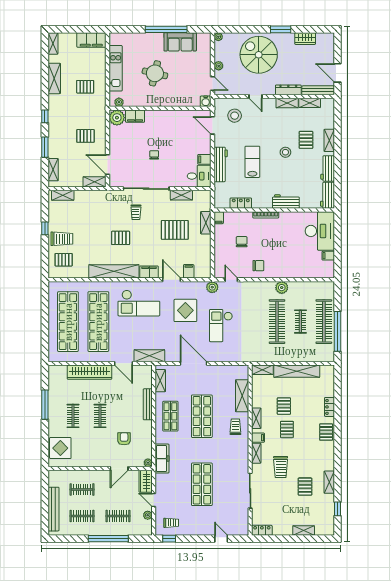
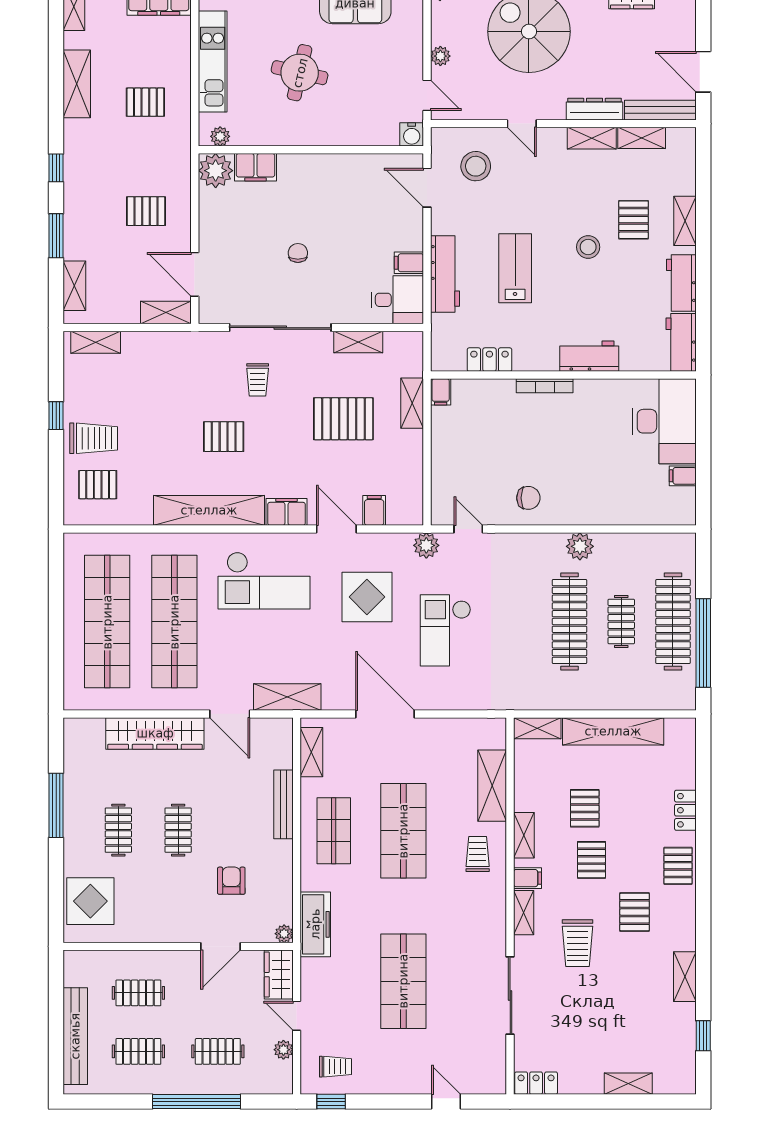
chair: (242, 242) -> (491, 445), removed
pallet: (305, 487) -> (635, 912), moved

